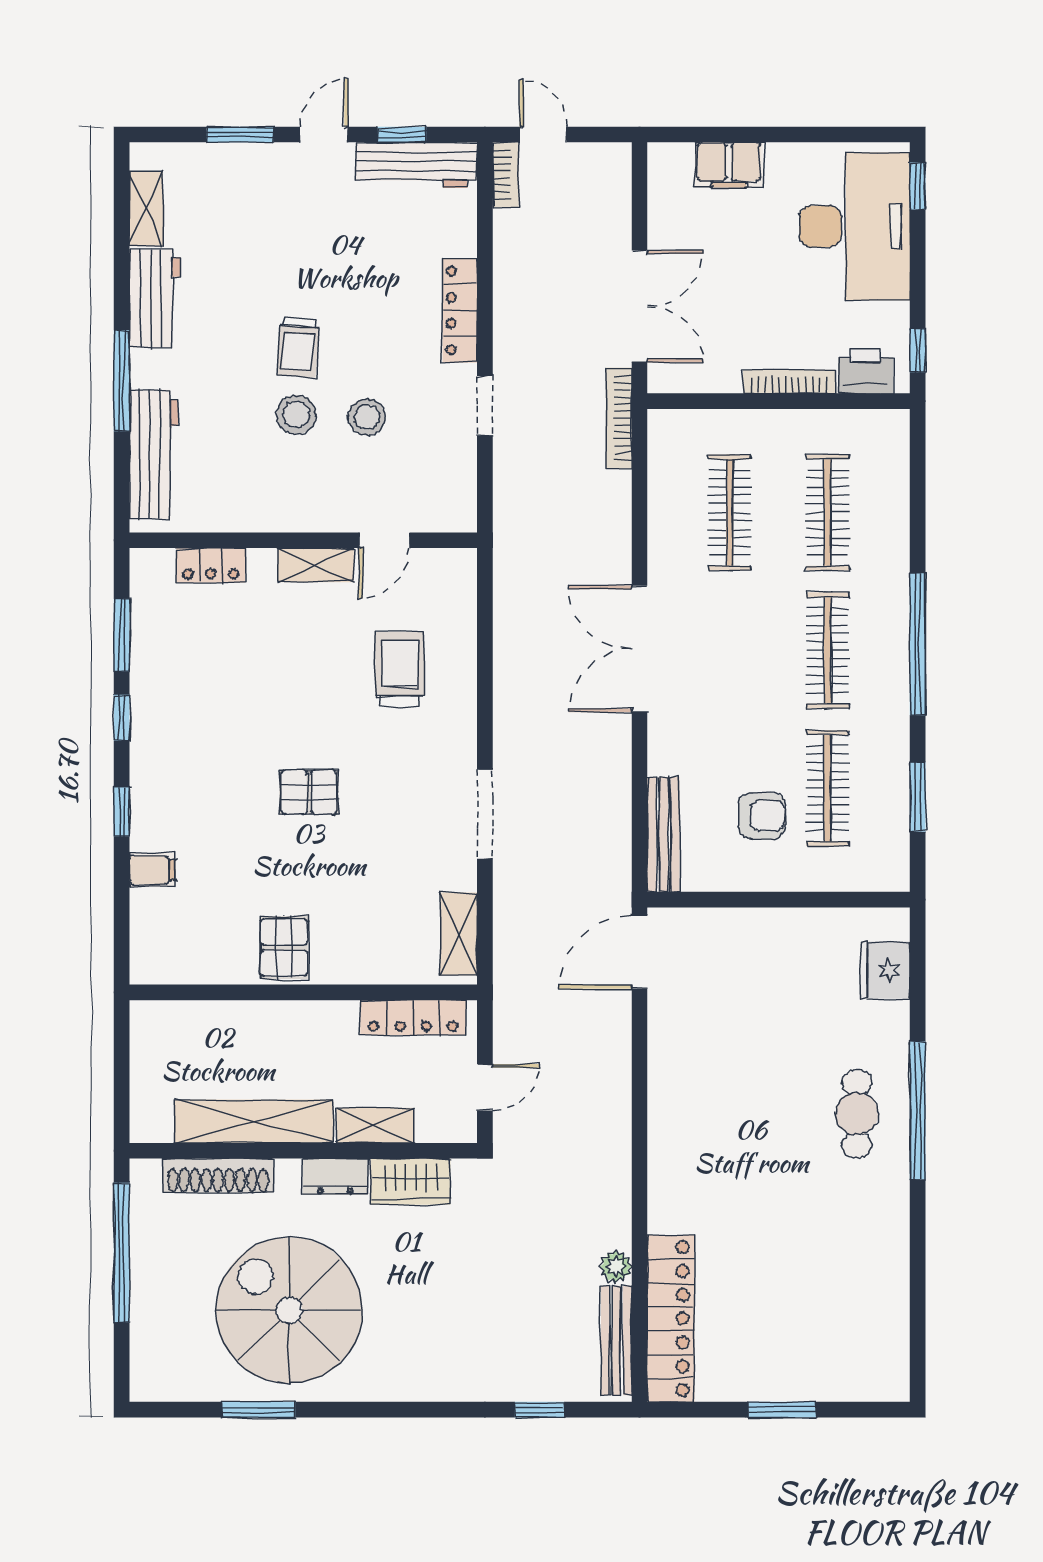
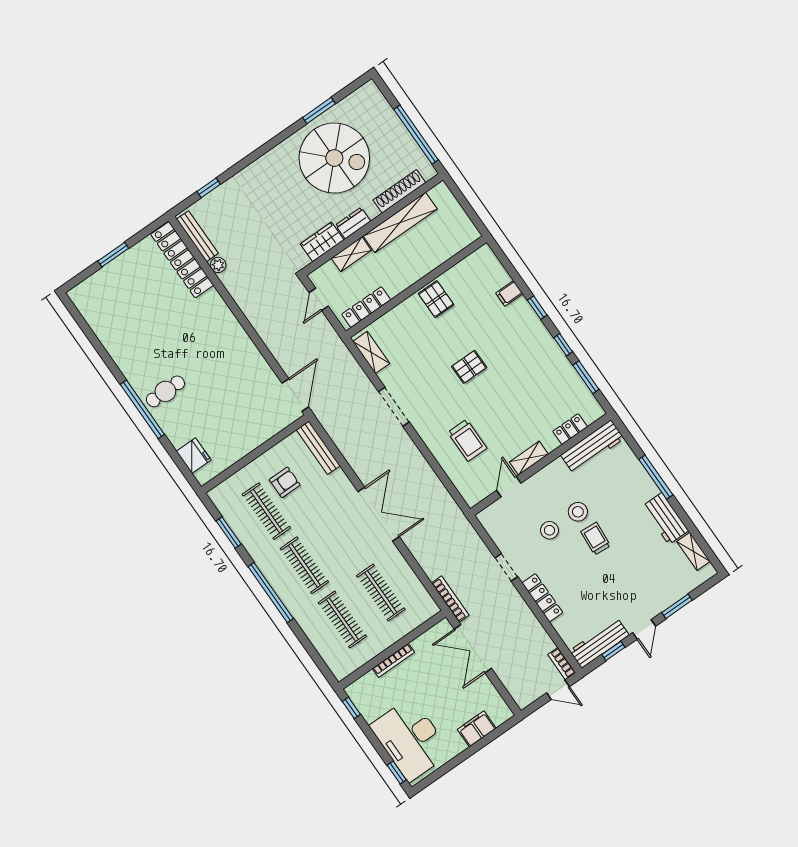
printer: (866, 371) -> (366, 686), removed
workbench: (154, 454) -> (592, 447), moved, turned -90
armchair: (762, 816) -> (285, 482), turned 180
cafe table: (857, 1114) -> (165, 391), turned 90

